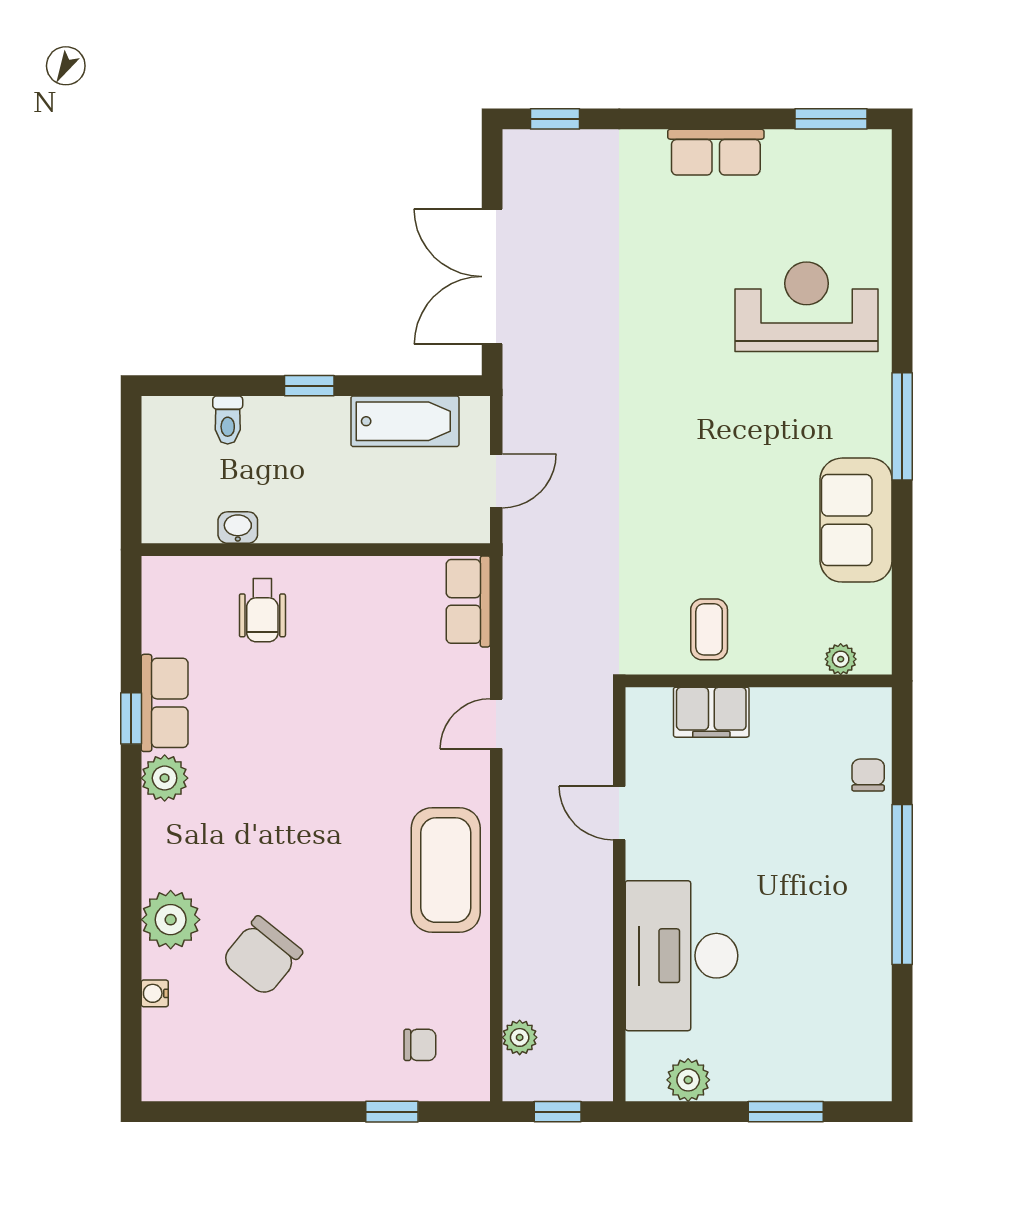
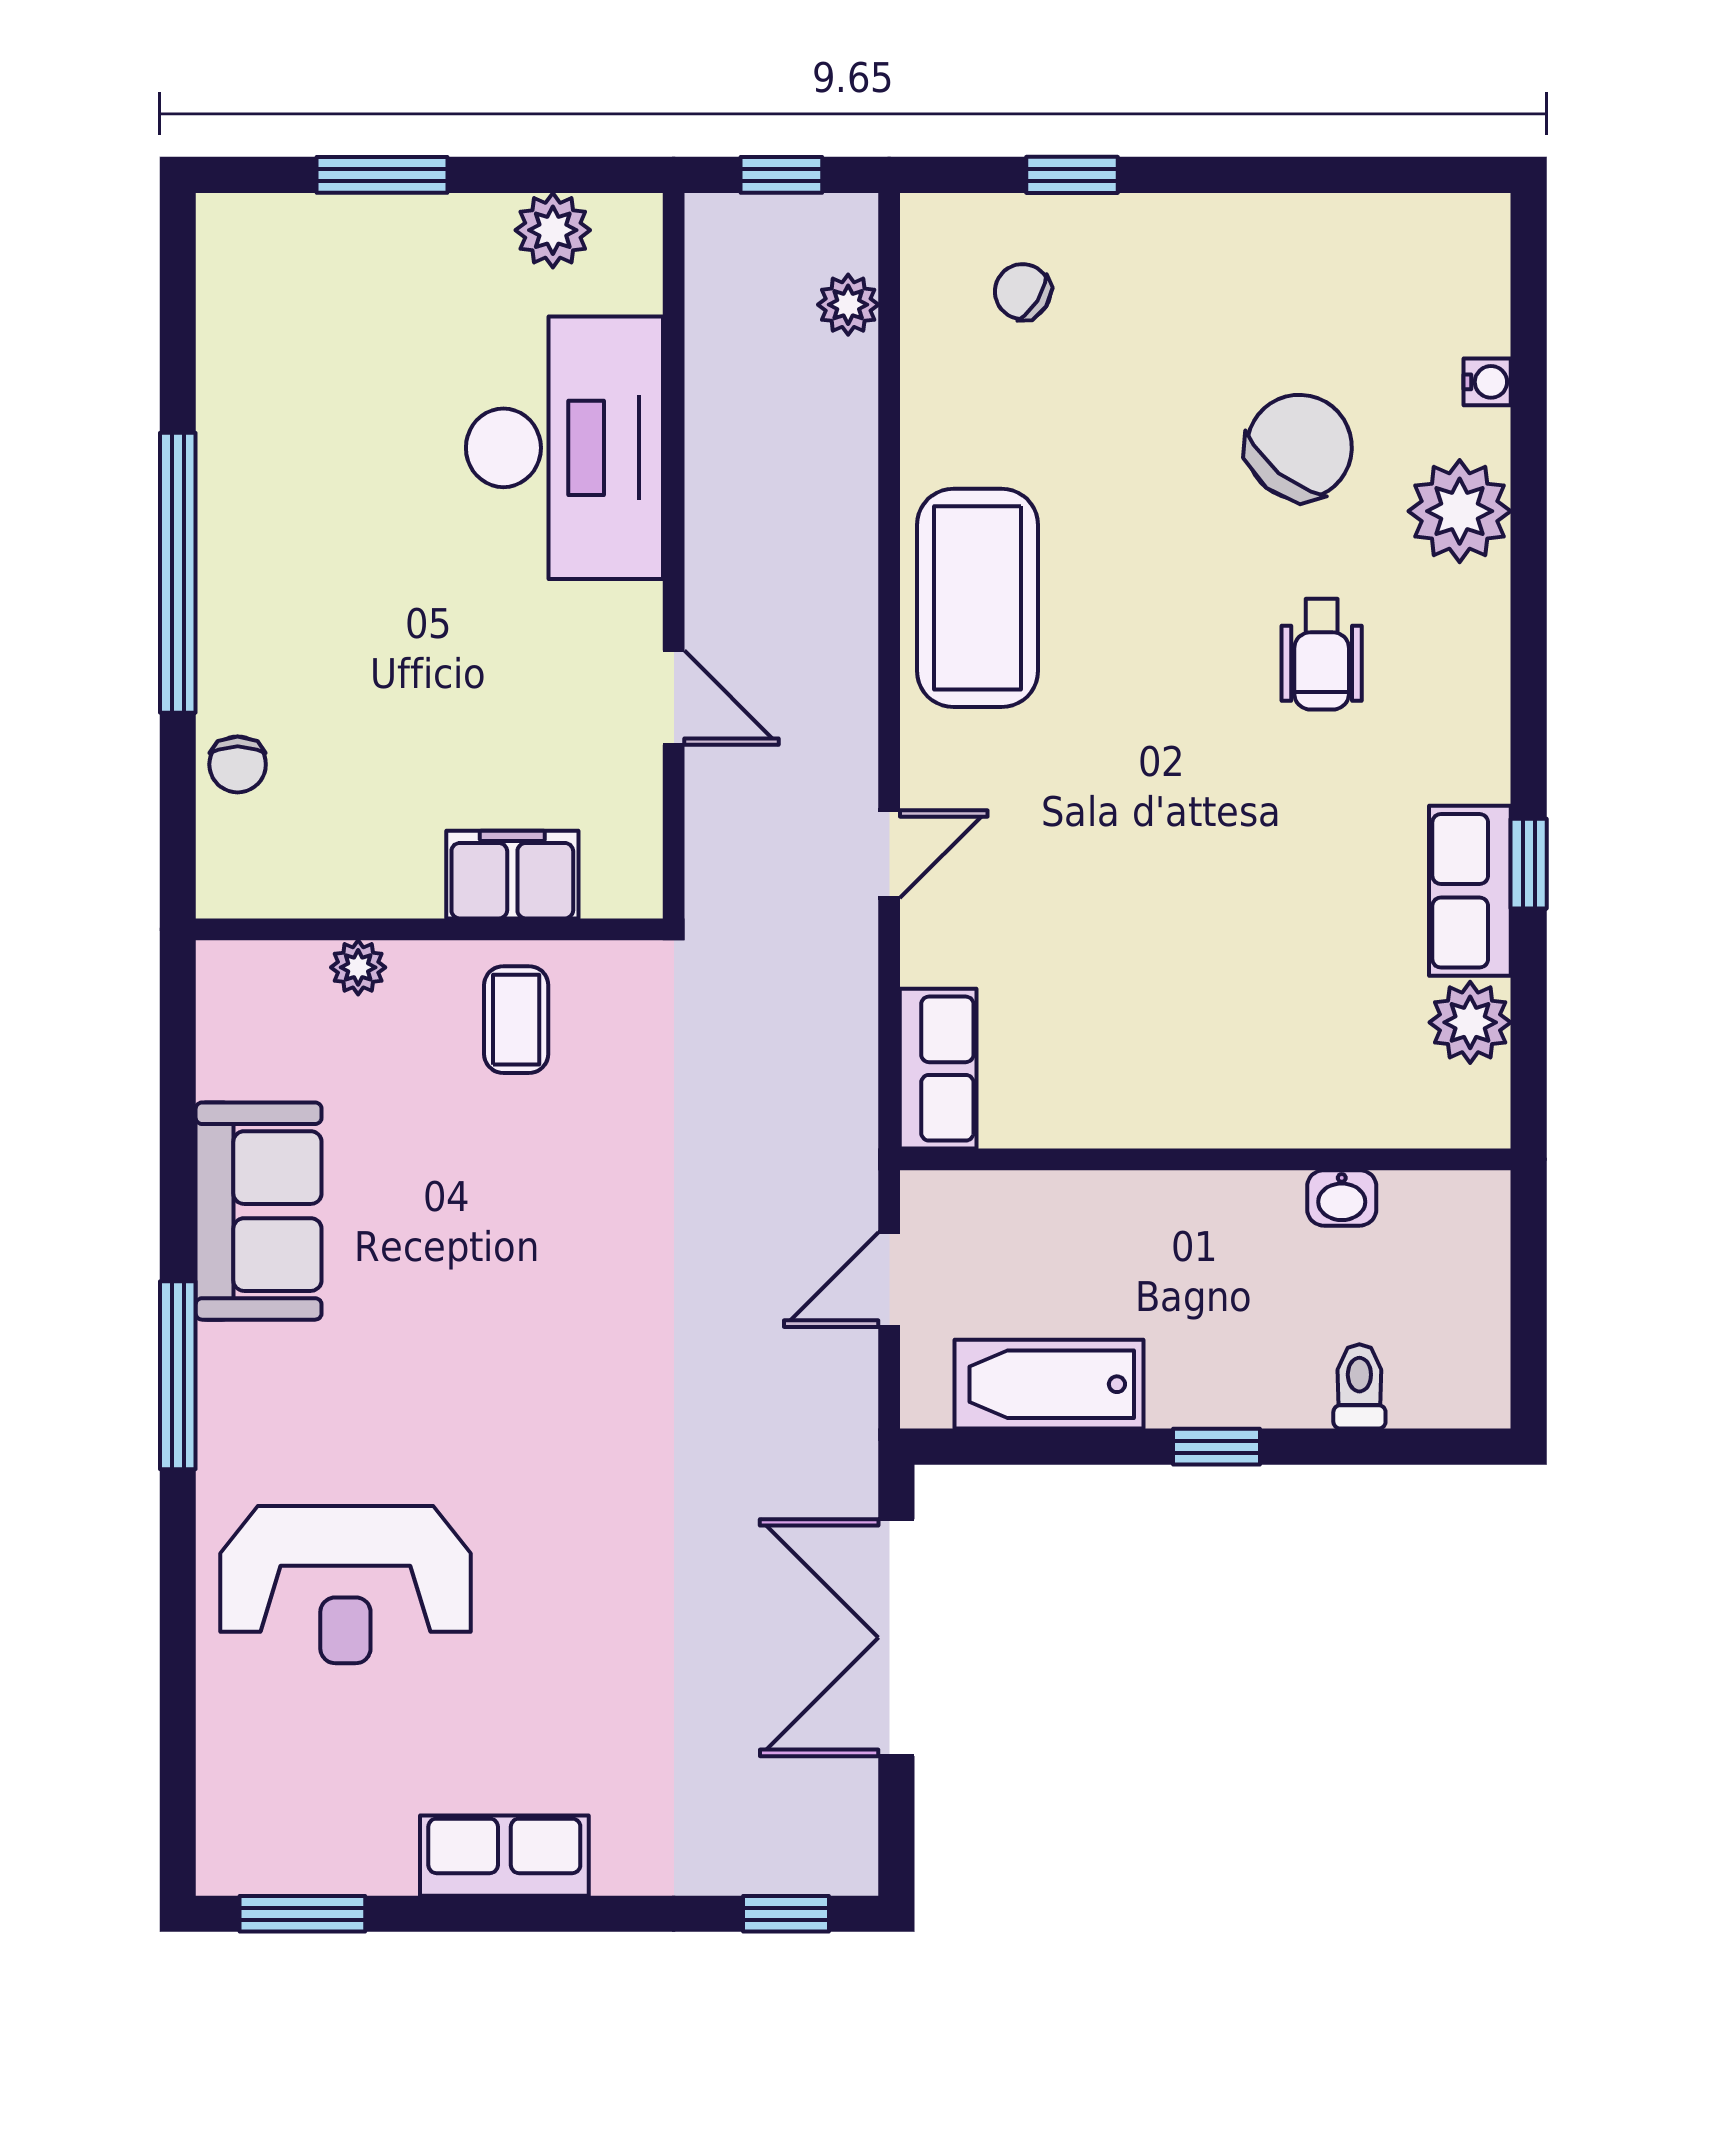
double door: (492, 277) -> (896, 1638), swing flipped
wheelchair: (262, 610) -> (1322, 654), moved, turned 180
plant: (841, 659) -> (358, 967), moved
plant: (165, 778) -> (1470, 1022), moved
chair: (420, 1045) -> (1023, 292), turned 32

